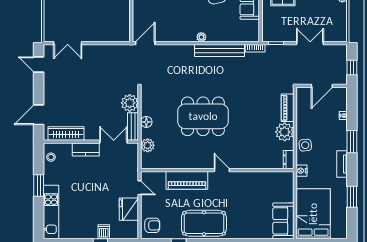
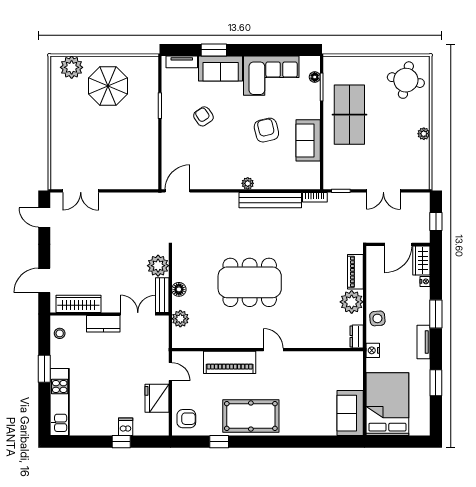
double door: (310, 43) -> (383, 191), swing flipped
wardrobe: (340, 99) -> (421, 260), added

